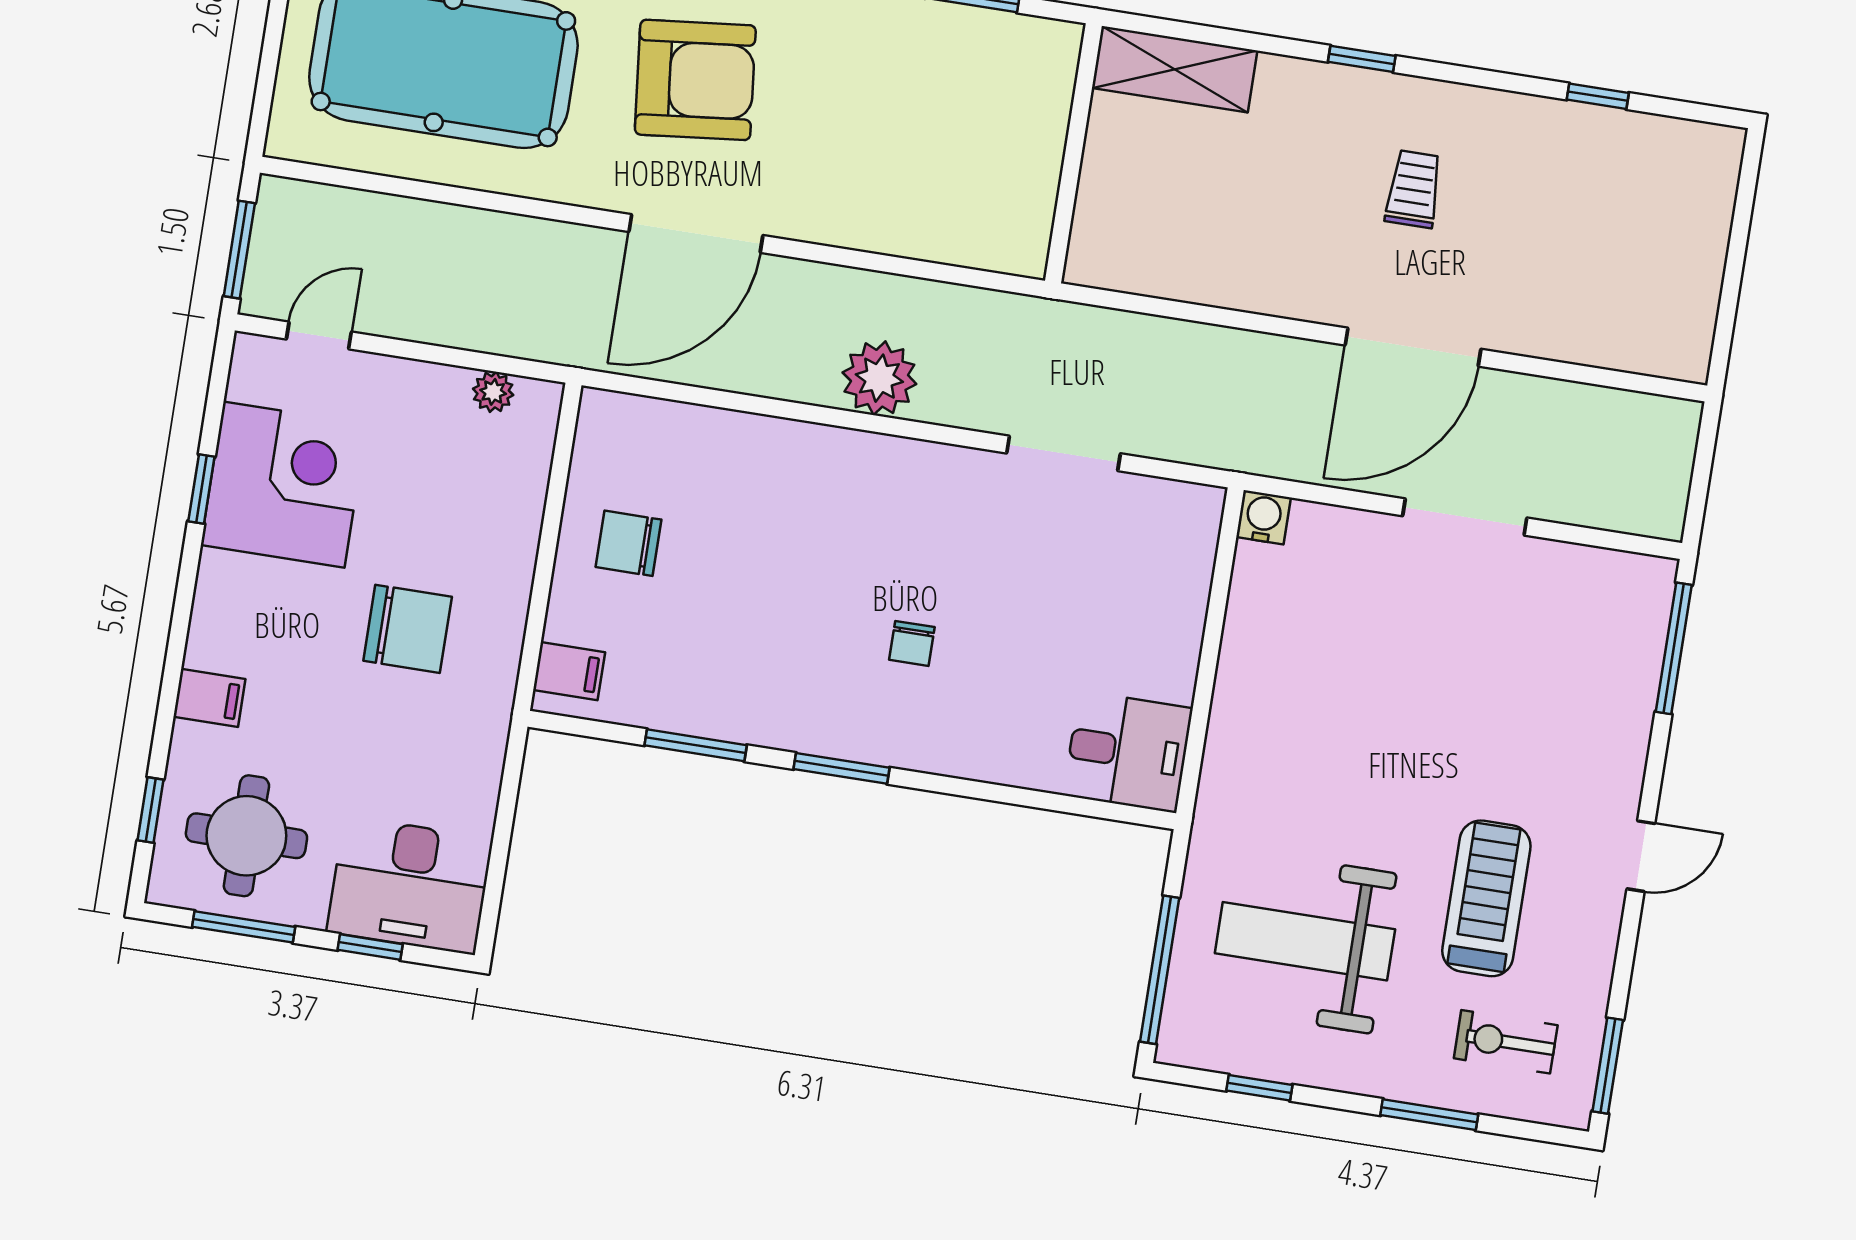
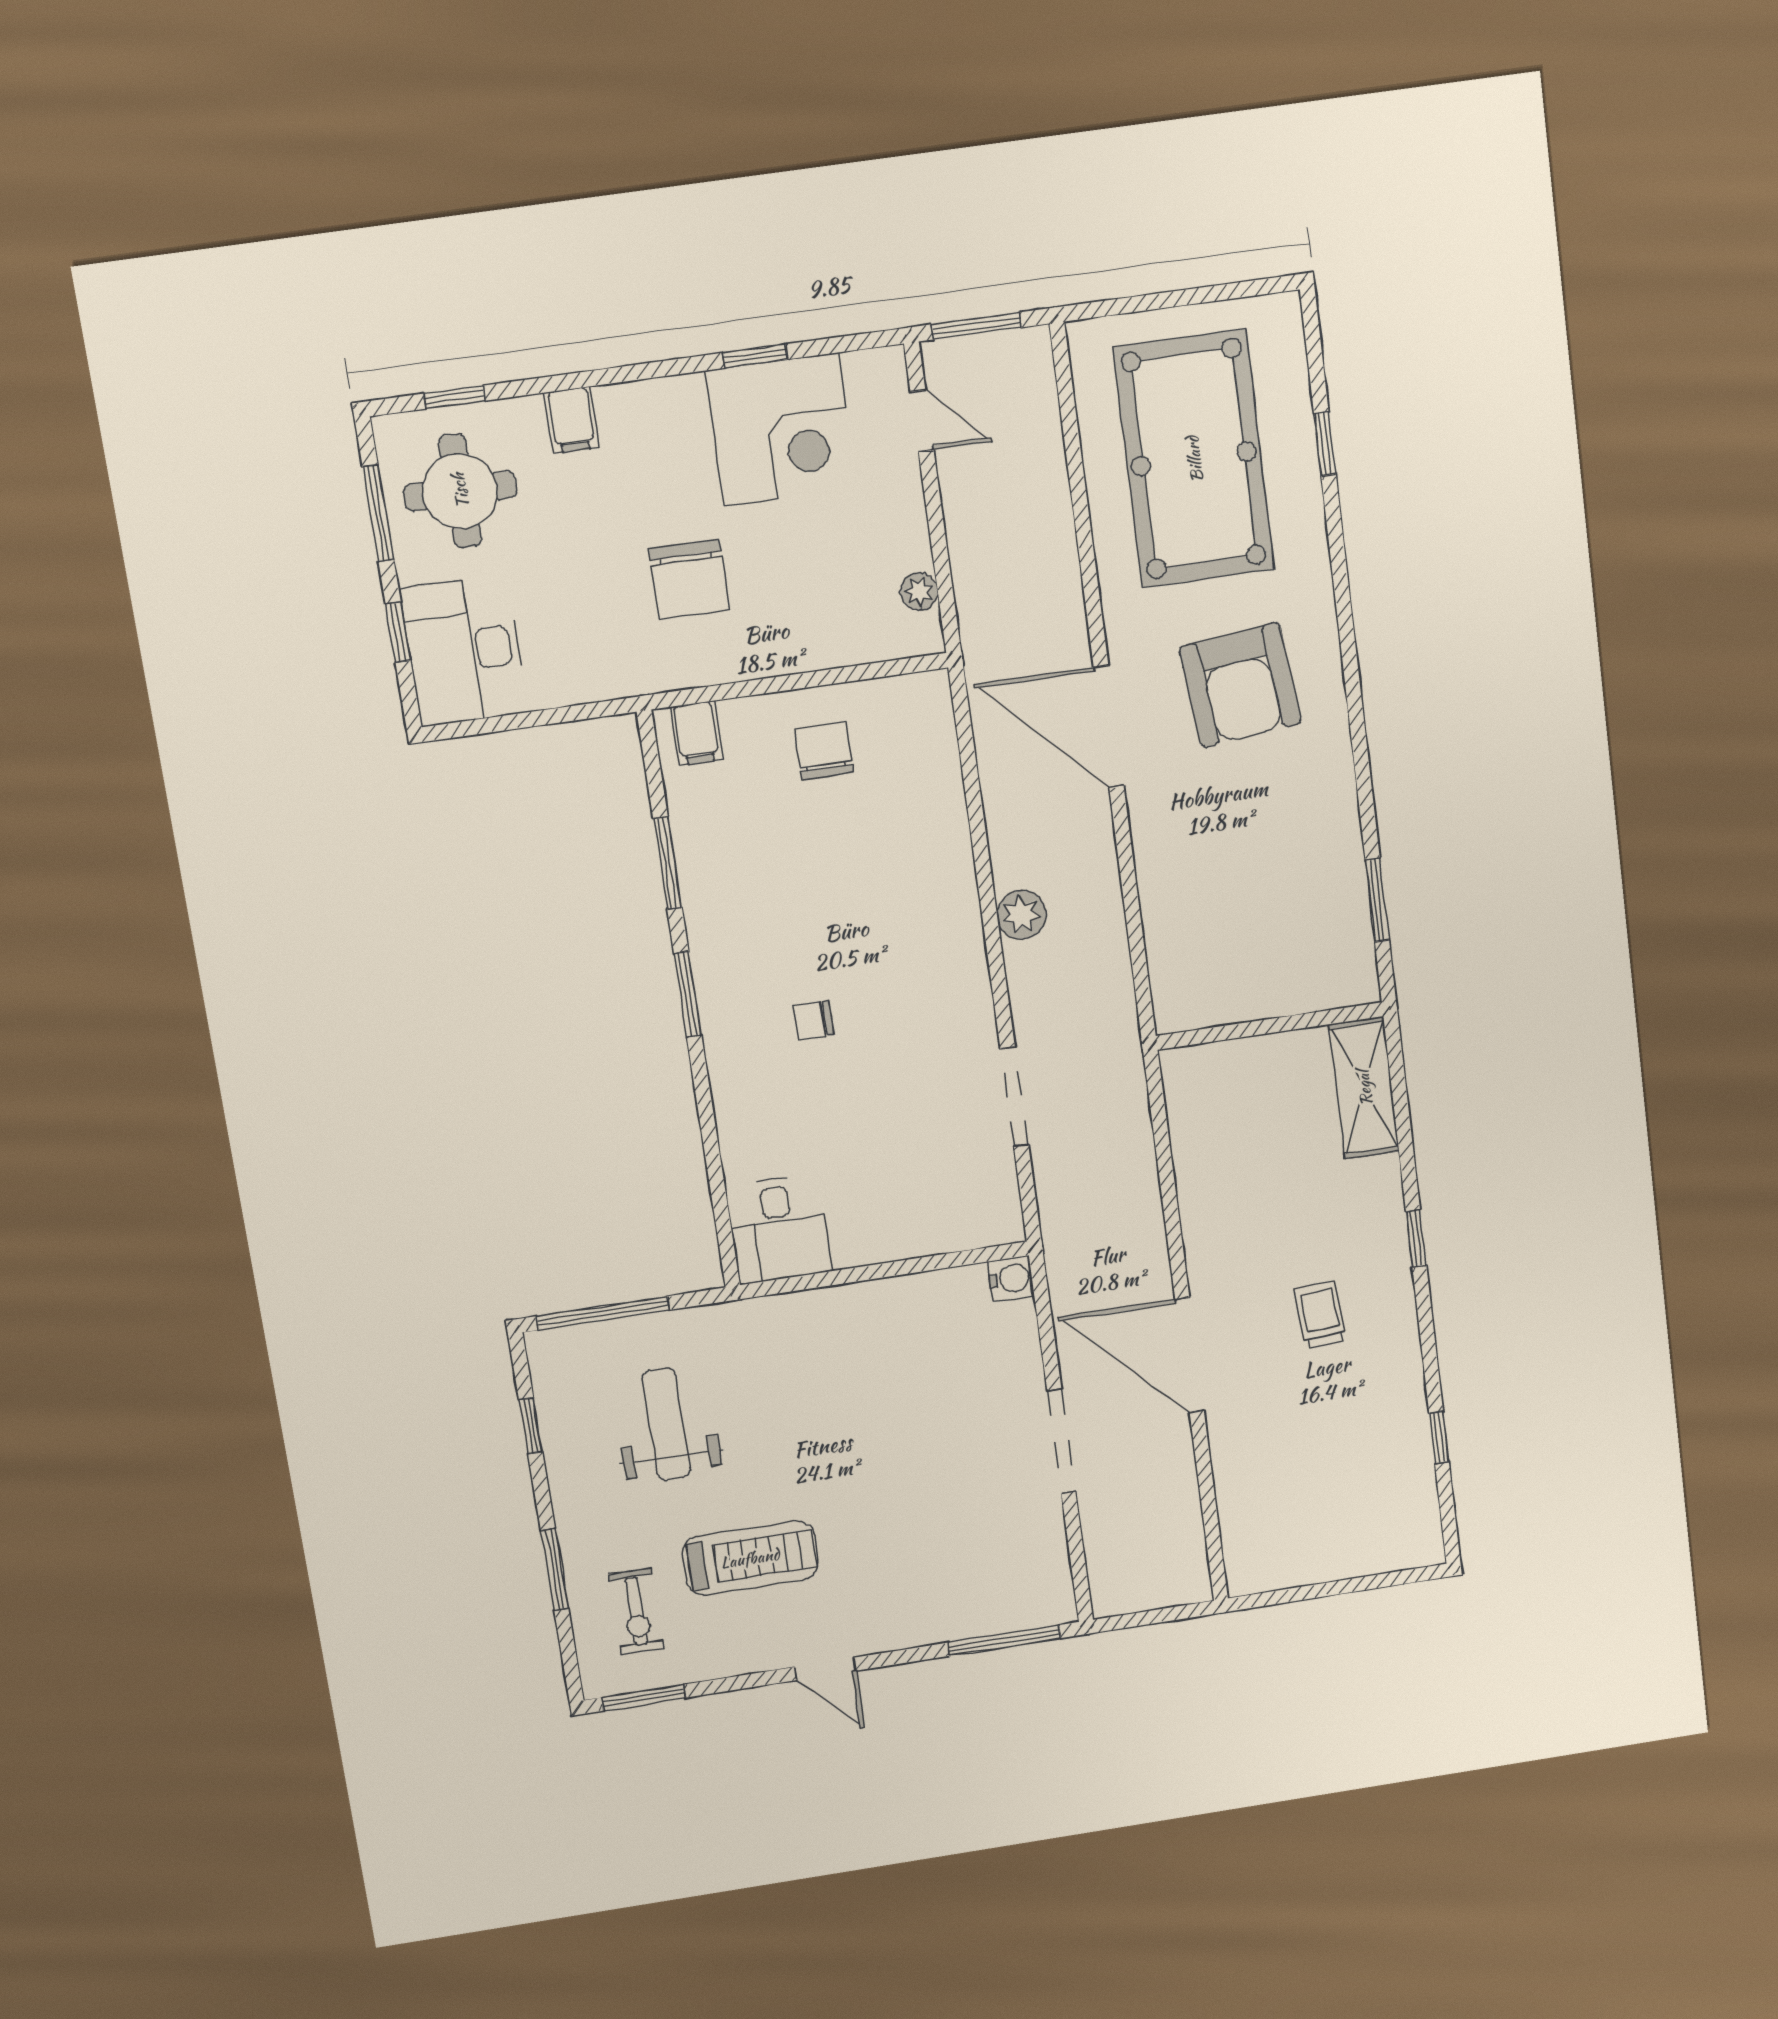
trolley: (1414, 189) -> (1320, 1314), turned -94
plant: (879, 378) -> (1021, 915), width x0.73, depth x0.73
weight bench: (1305, 941) -> (666, 1424), width x0.73, depth x0.75
exercise bike: (1506, 1042) -> (636, 1611), turned 180

